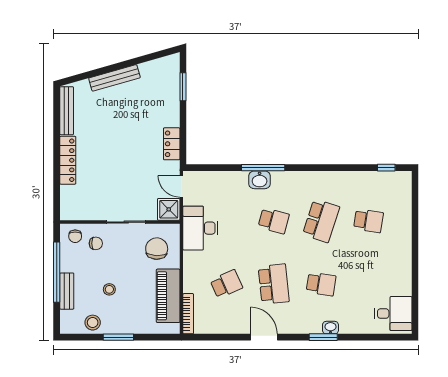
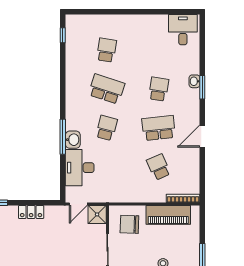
locker: (172, 144) -> (31, 212), moved
desk: (200, 228) -> (80, 168), moved, turned 90

